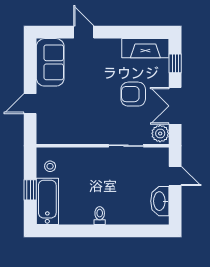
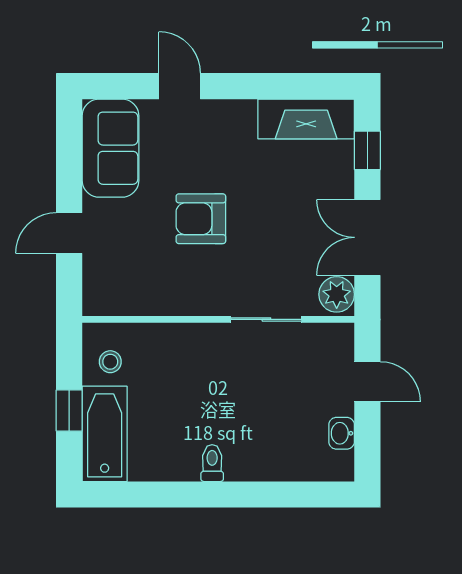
armchair: (133, 94) -> (201, 219), moved
washbasin: (160, 201) -> (342, 433), width x0.52, depth x0.69

